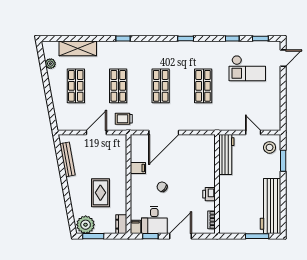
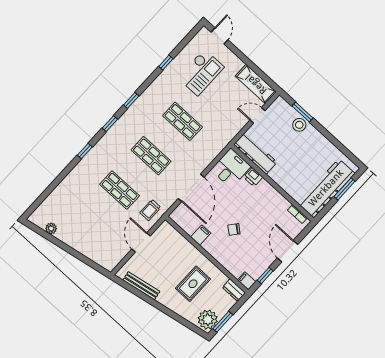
window: (260, 39) -> (110, 124), moved
shelving: (78, 48) -> (256, 84), moved, turned 90
shop shelf: (76, 86) -> (88, 224), removed
stool: (270, 147) -> (299, 125), moved
rug: (100, 193) -> (193, 284), turned 90
printer: (209, 194) -> (253, 177), moved
workbench: (271, 206) -> (326, 188), moved, turned 90
desk: (154, 220) -> (231, 168), moved, turned -90

